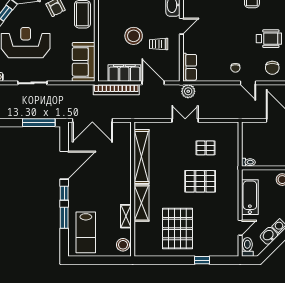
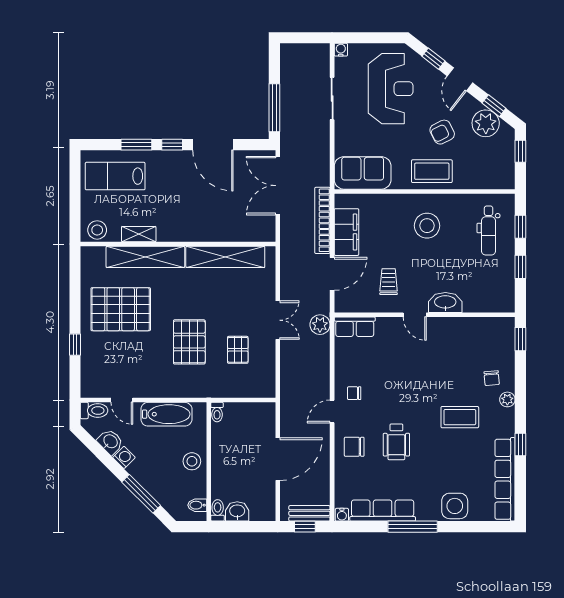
stool: (134, 36) -> (427, 226), moved
shelving: (142, 203) -> (145, 257), width x1.47

